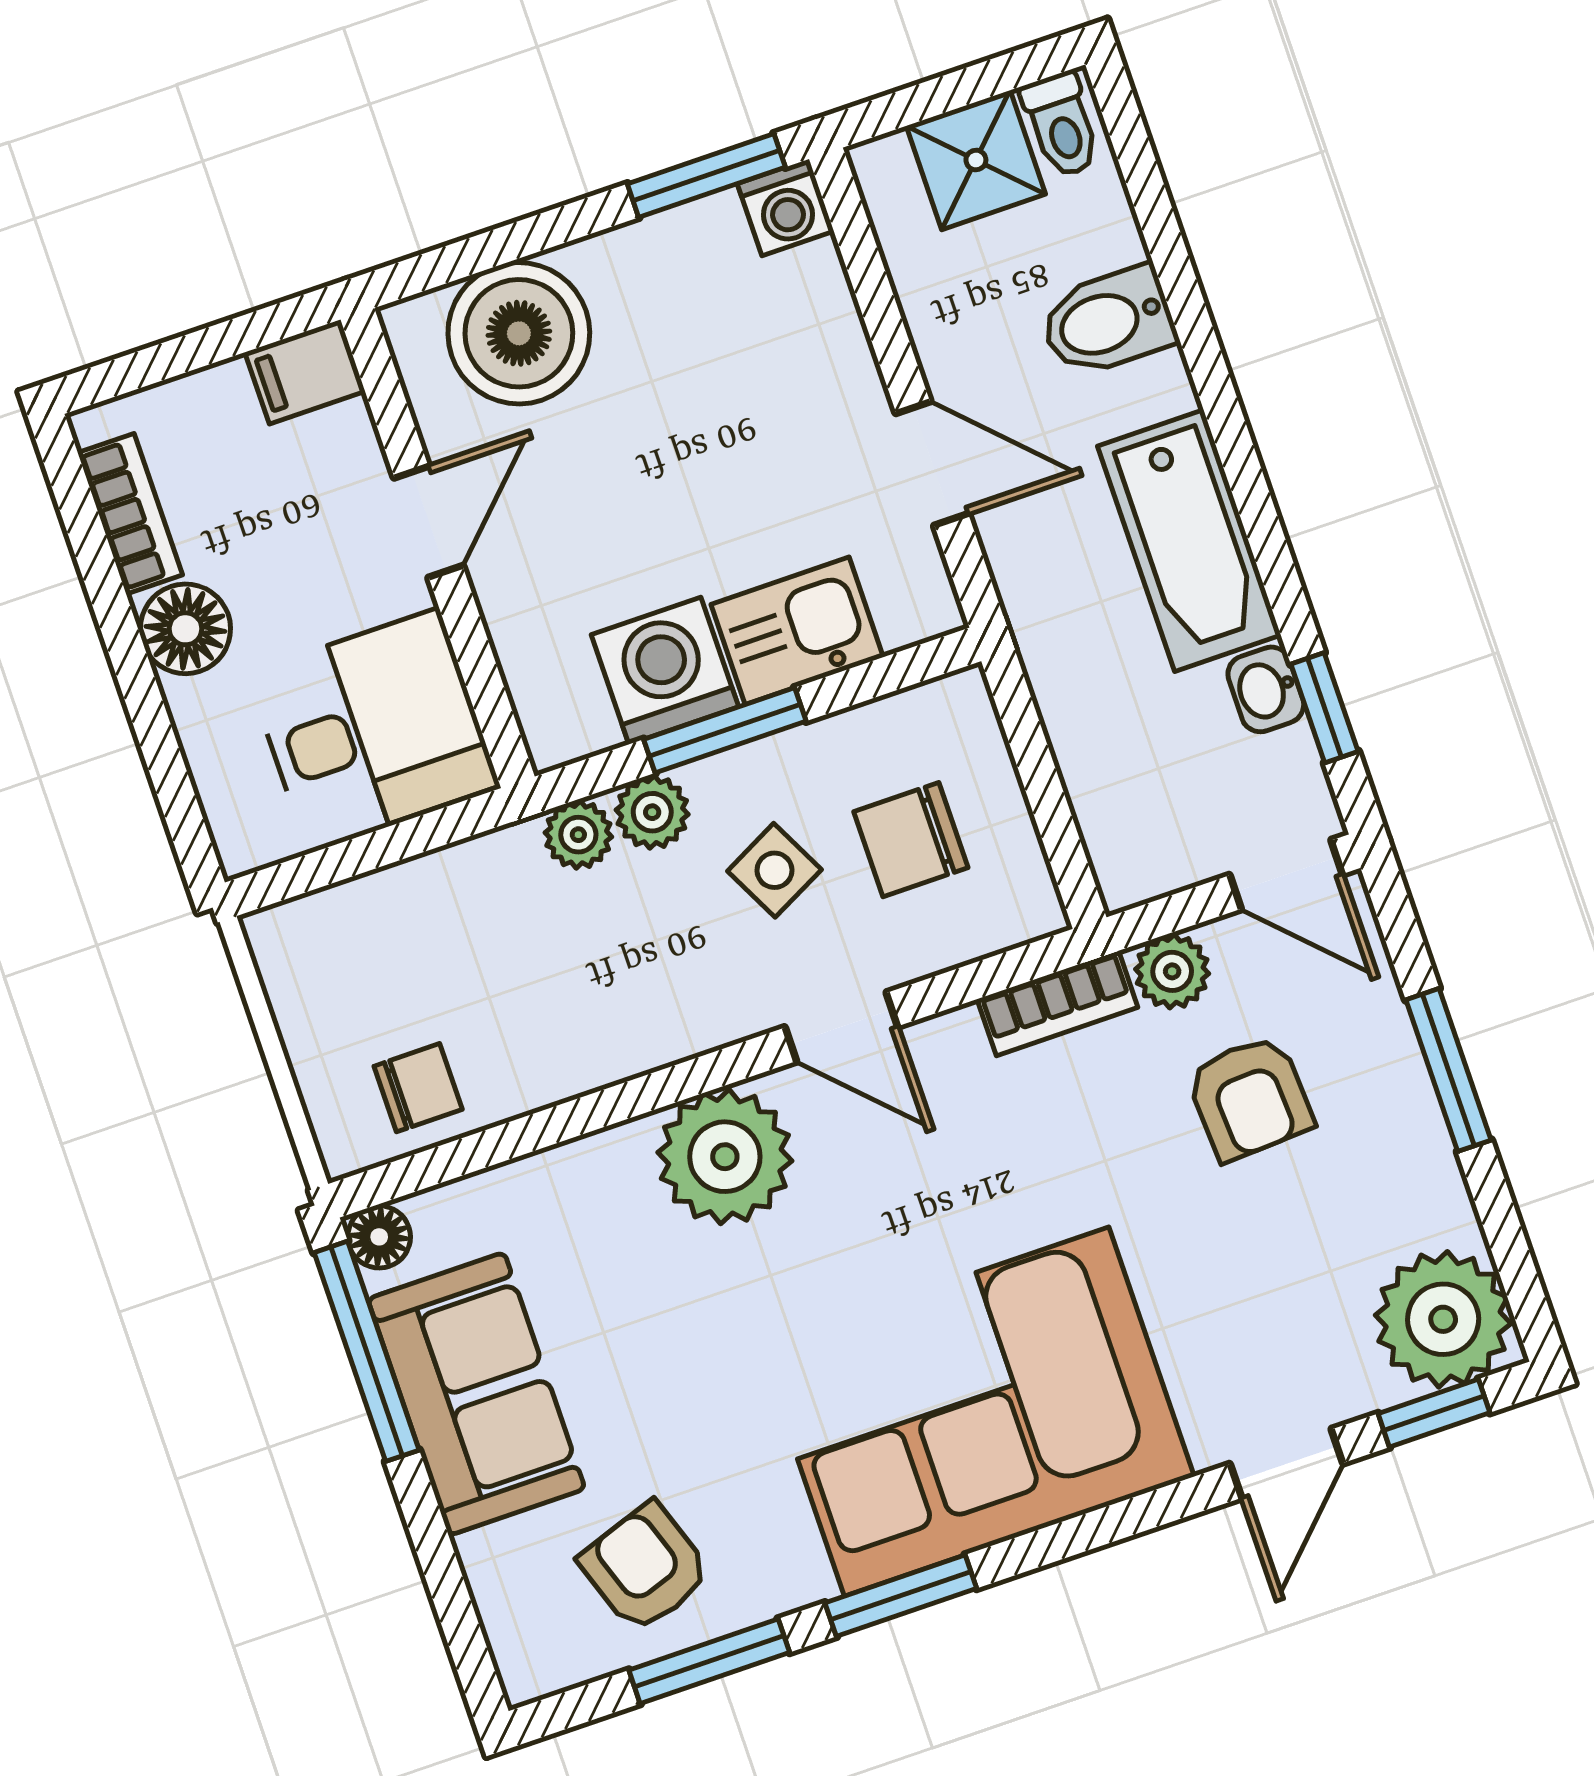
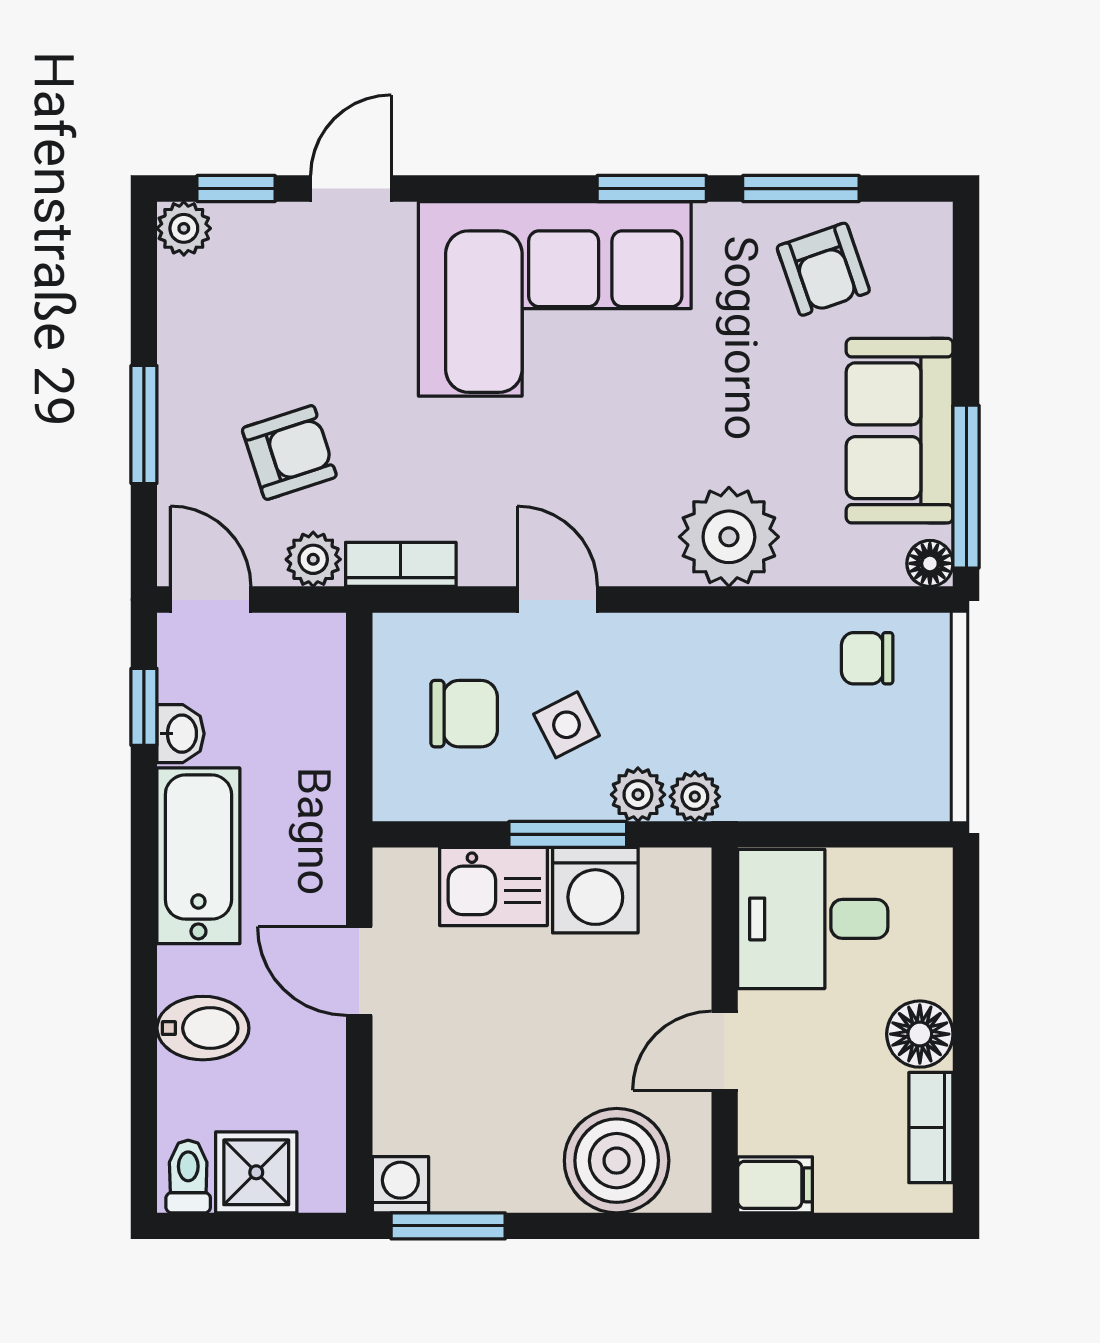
armchair: (1250, 1098) -> (289, 452), turned 75
plant: (725, 1157) -> (729, 537), moved
plant: (1443, 1319) -> (184, 228), width x0.53, depth x0.53

